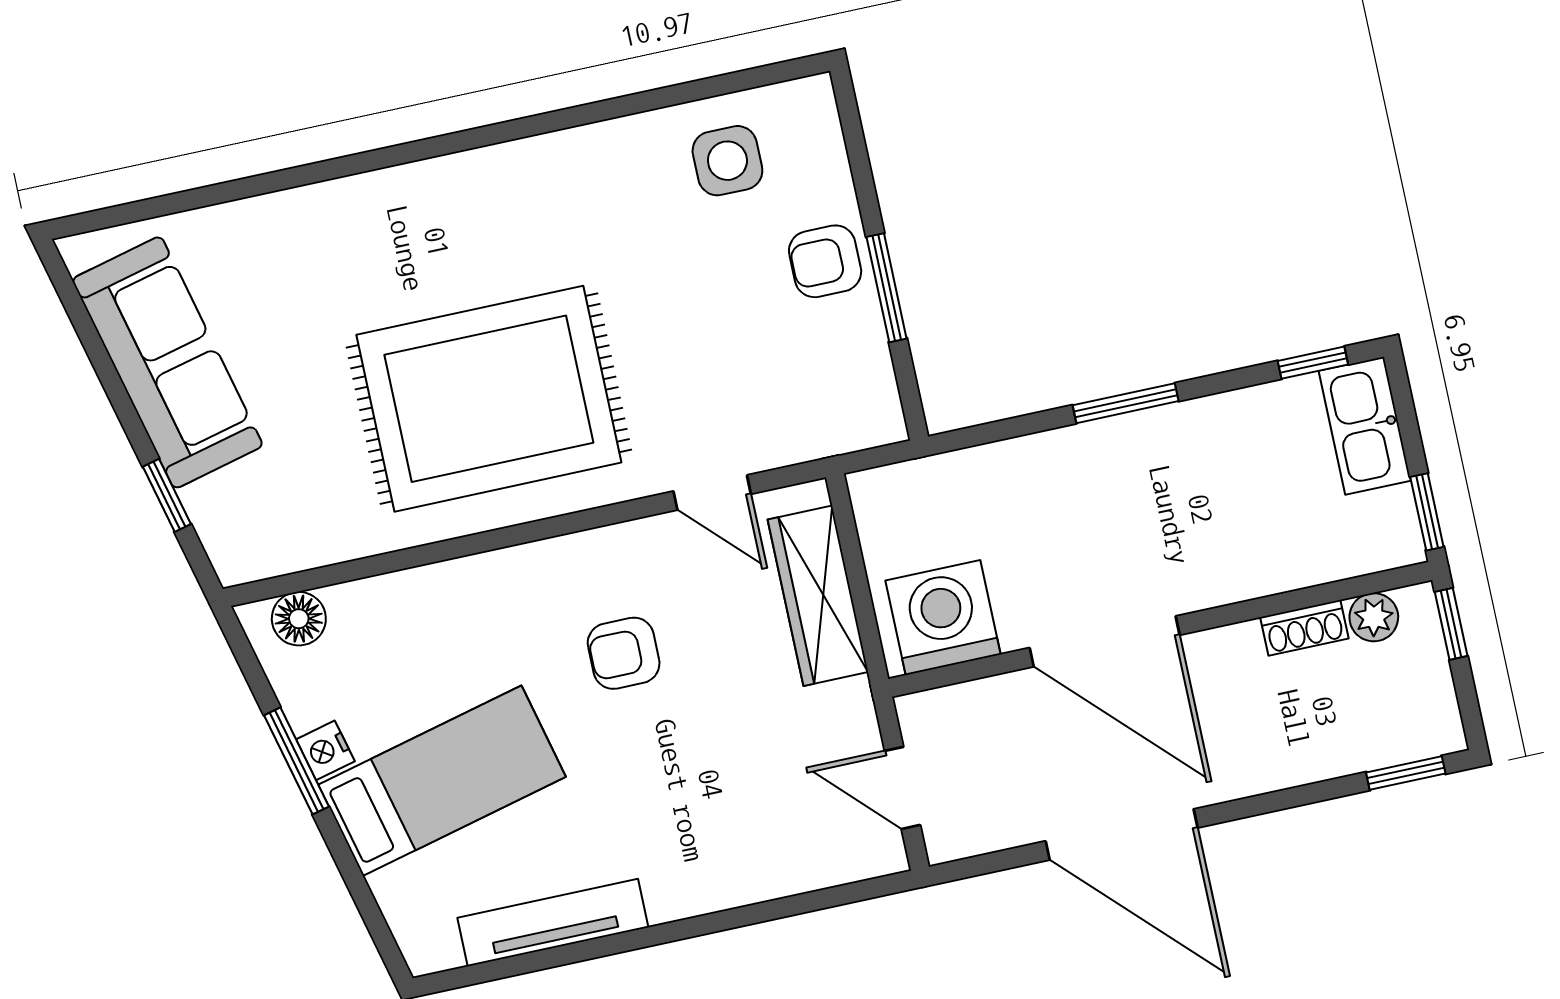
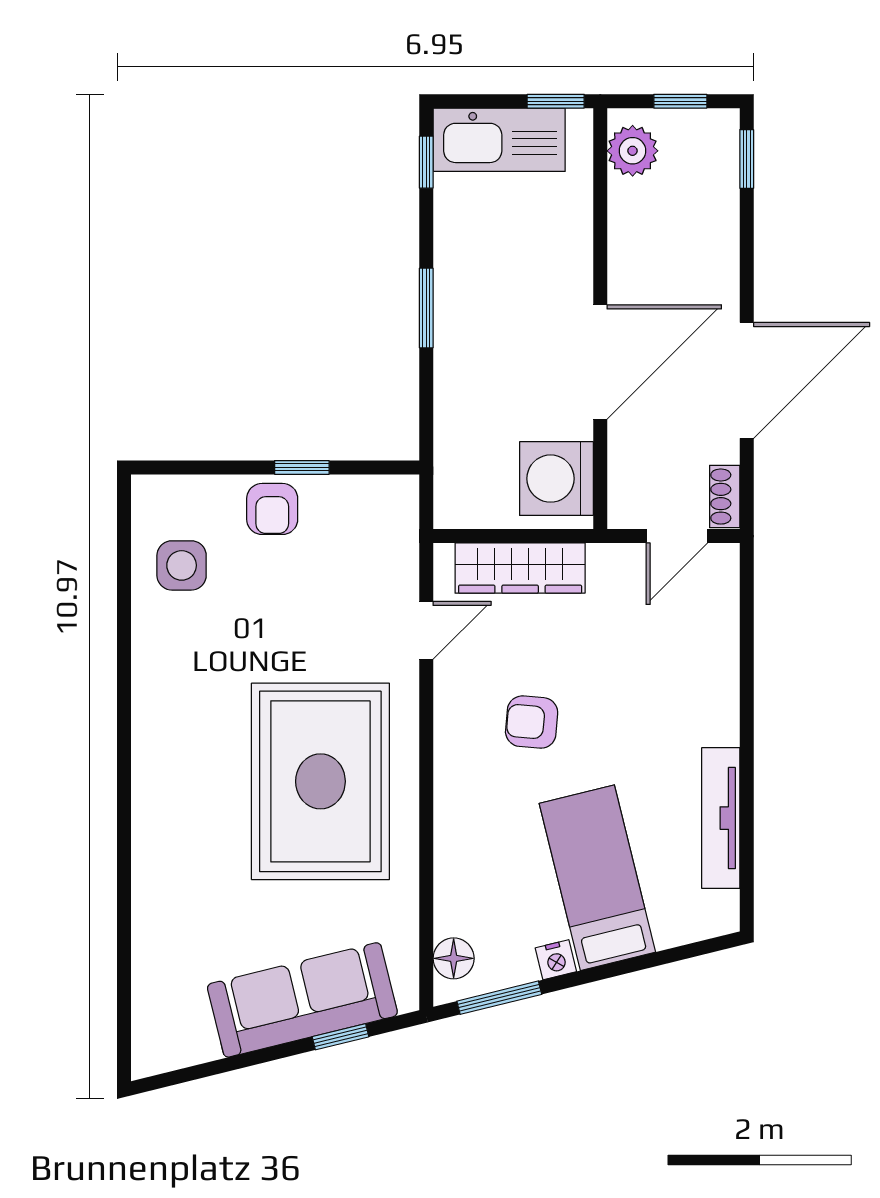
window: (887, 288) -> (302, 467), width x0.67
sofa: (167, 362) -> (302, 1000), moved
kitchen sink: (1365, 426) -> (499, 140), width x1.36, depth x1.24
plant: (1374, 617) -> (633, 151), width x1.38, depth x1.38
window: (1451, 624) -> (680, 101), moved
shoe rack: (1304, 628) -> (725, 497), moved, turned 180
armchair: (624, 653) -> (532, 722), turned 95
window: (296, 761) -> (499, 998), moved

